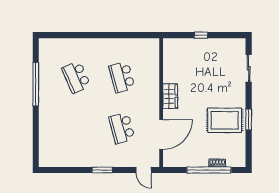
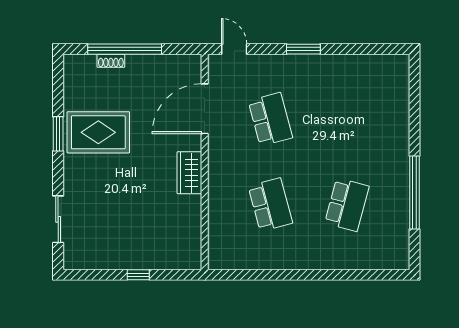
school desk: (76, 77) -> (347, 205), turned 39

